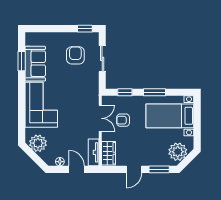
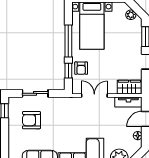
window: (155, 92) -> (68, 41), width x1.44
armchair: (123, 120) -> (81, 68), moved
plant: (178, 152) -> (131, 15), width x0.53, depth x0.53

